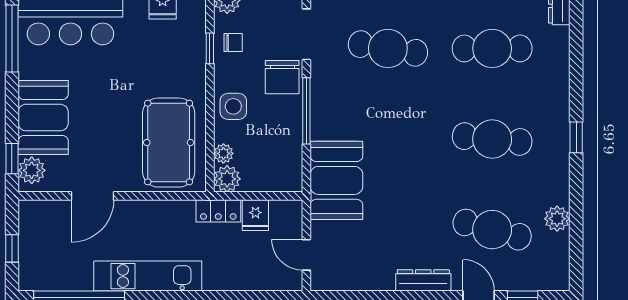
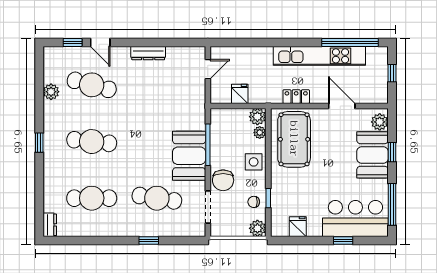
chair: (282, 77) -> (223, 180), turned 180
window: (306, 111) -> (208, 145), moved
window: (12, 159) -> (392, 152), moved
booth: (336, 180) -> (189, 156), moved
door: (92, 196) -> (342, 106), hinge flipped
locker: (218, 211) -> (296, 97), moved
door: (306, 255) -> (208, 69), hinge flipped
kitchen unit: (148, 276) -> (319, 56), width x1.36
dresser: (423, 280) -> (148, 53), moved

